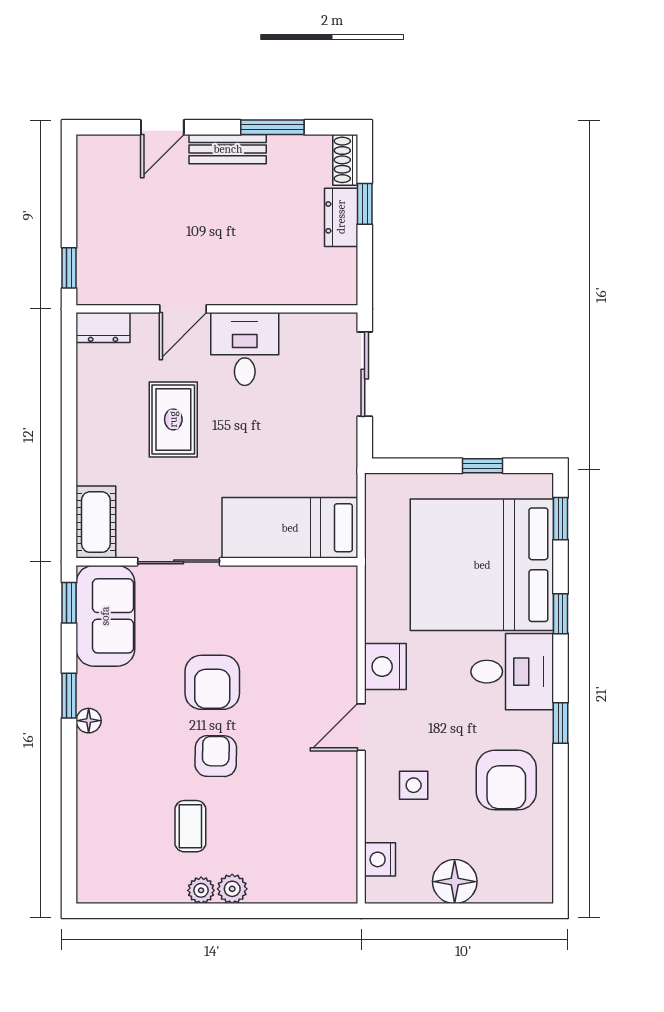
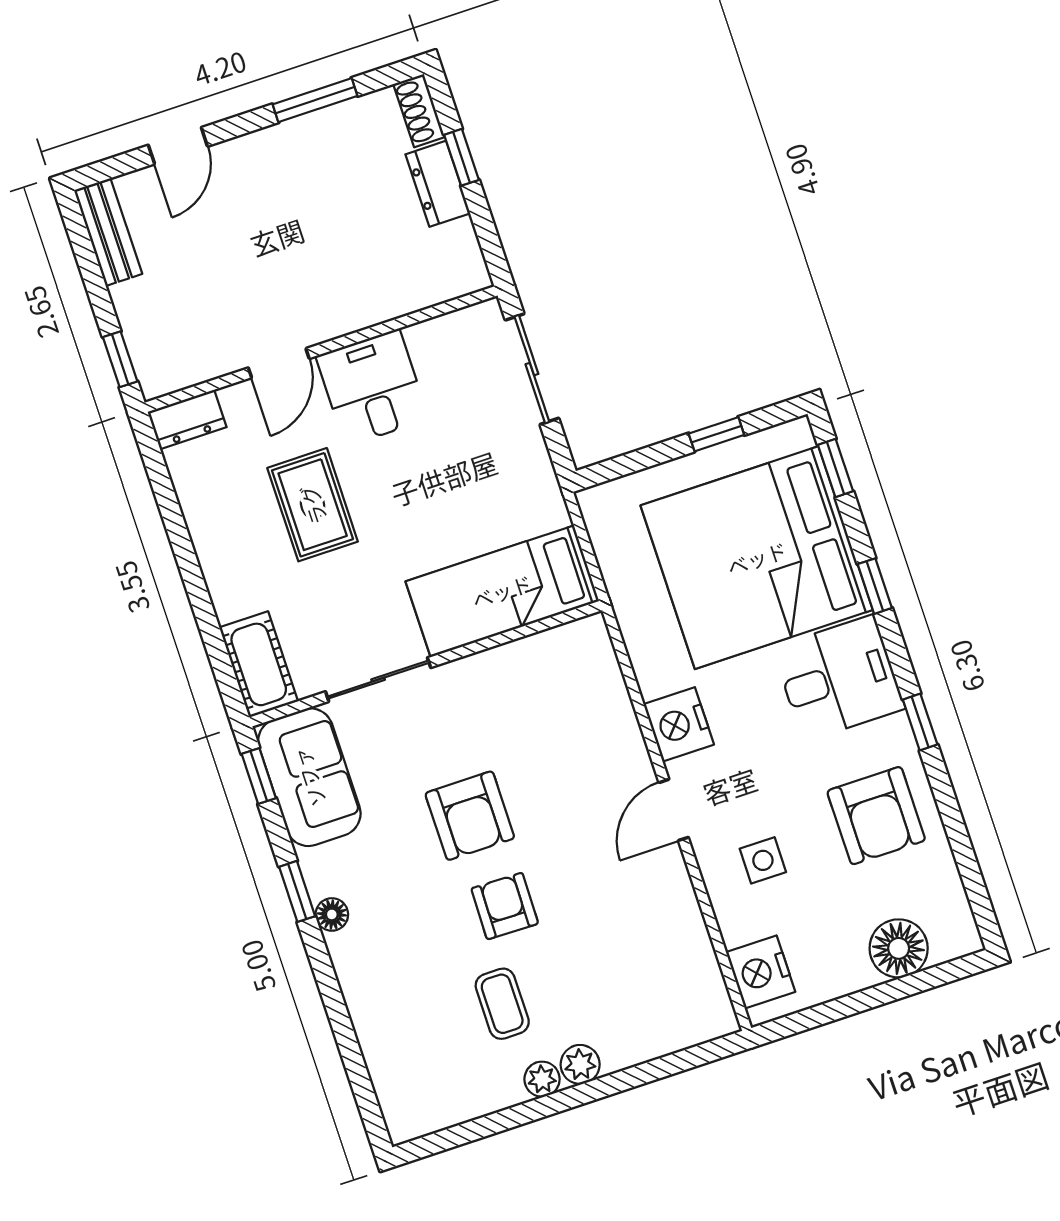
bench: (228, 149) -> (108, 232), moved, turned 90
nightstand: (380, 859) -> (761, 972), width x1.36, depth x1.33
floor lamp: (455, 882) -> (899, 948), moved

